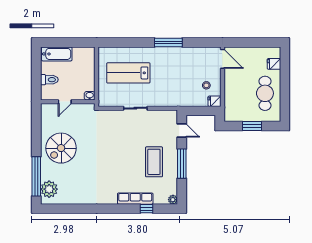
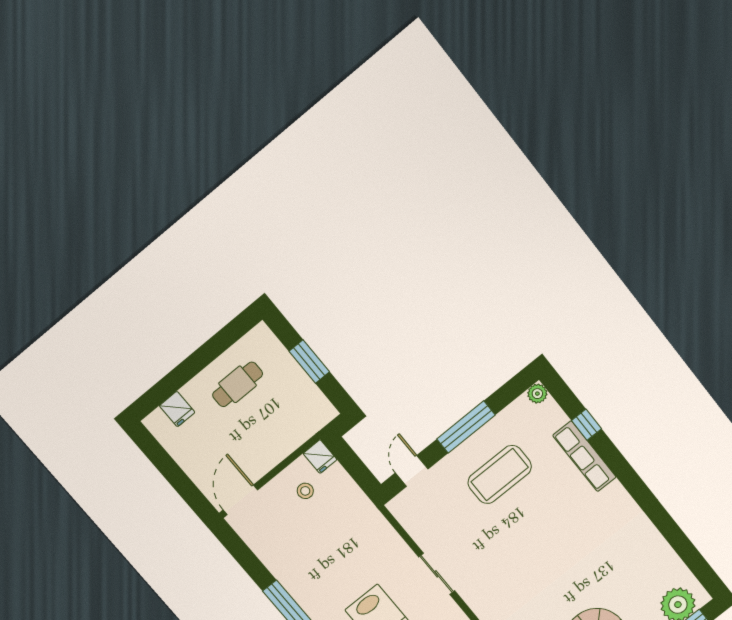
cafe table: (265, 93) -> (238, 384), width x0.73, depth x0.74

